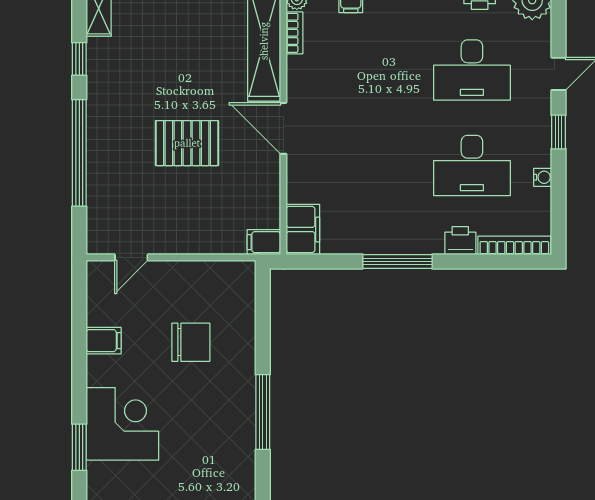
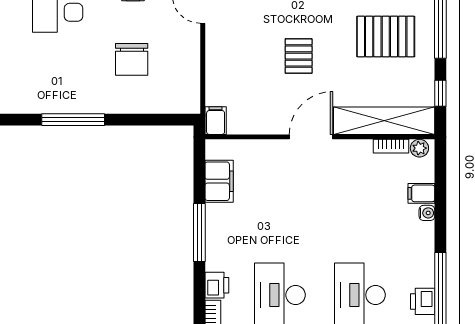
pallet: (164, 39) -> (386, 37), added
pallet: (187, 143) -> (299, 56), width x0.67, depth x0.71
filing cabinet: (303, 229) -> (219, 181), moved, turned -90

